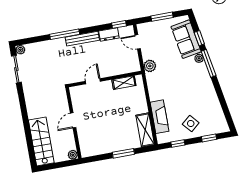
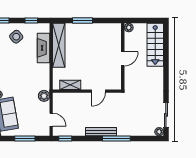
dresser: (109, 35) -> (76, 131), removed
shelving: (145, 130) -> (59, 45), width x1.47

